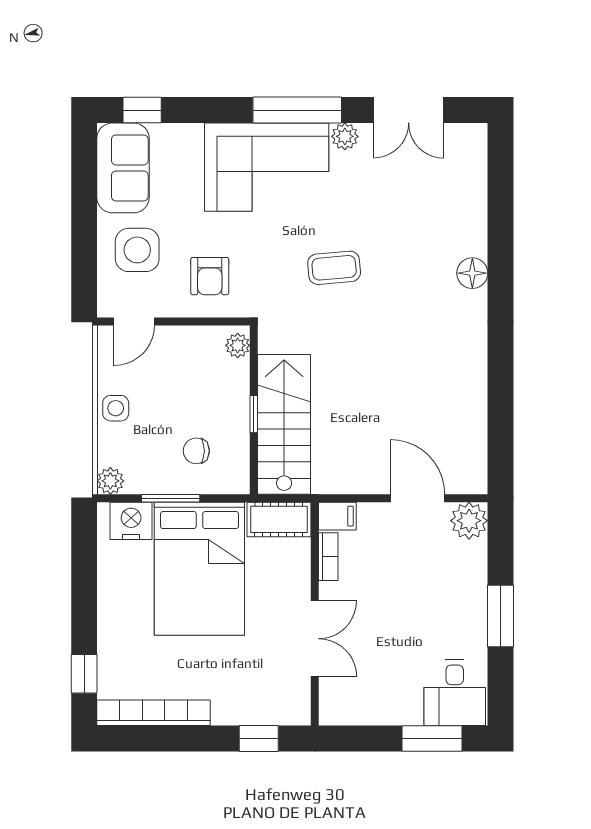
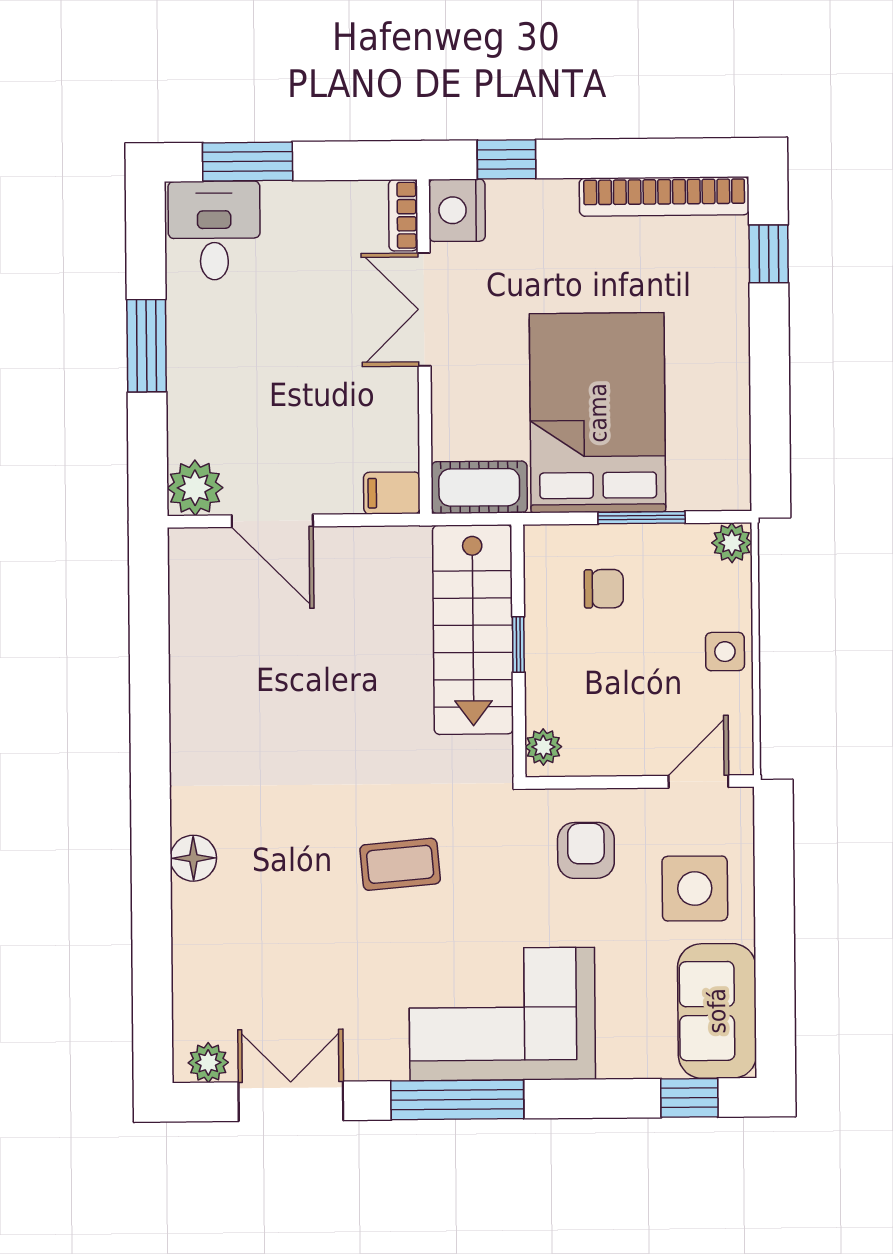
plant: (345, 136) -> (208, 1063), moved
nightstand: (131, 521) -> (457, 210), moved, turned 90
bookcase: (328, 557) -> (403, 215), moved

